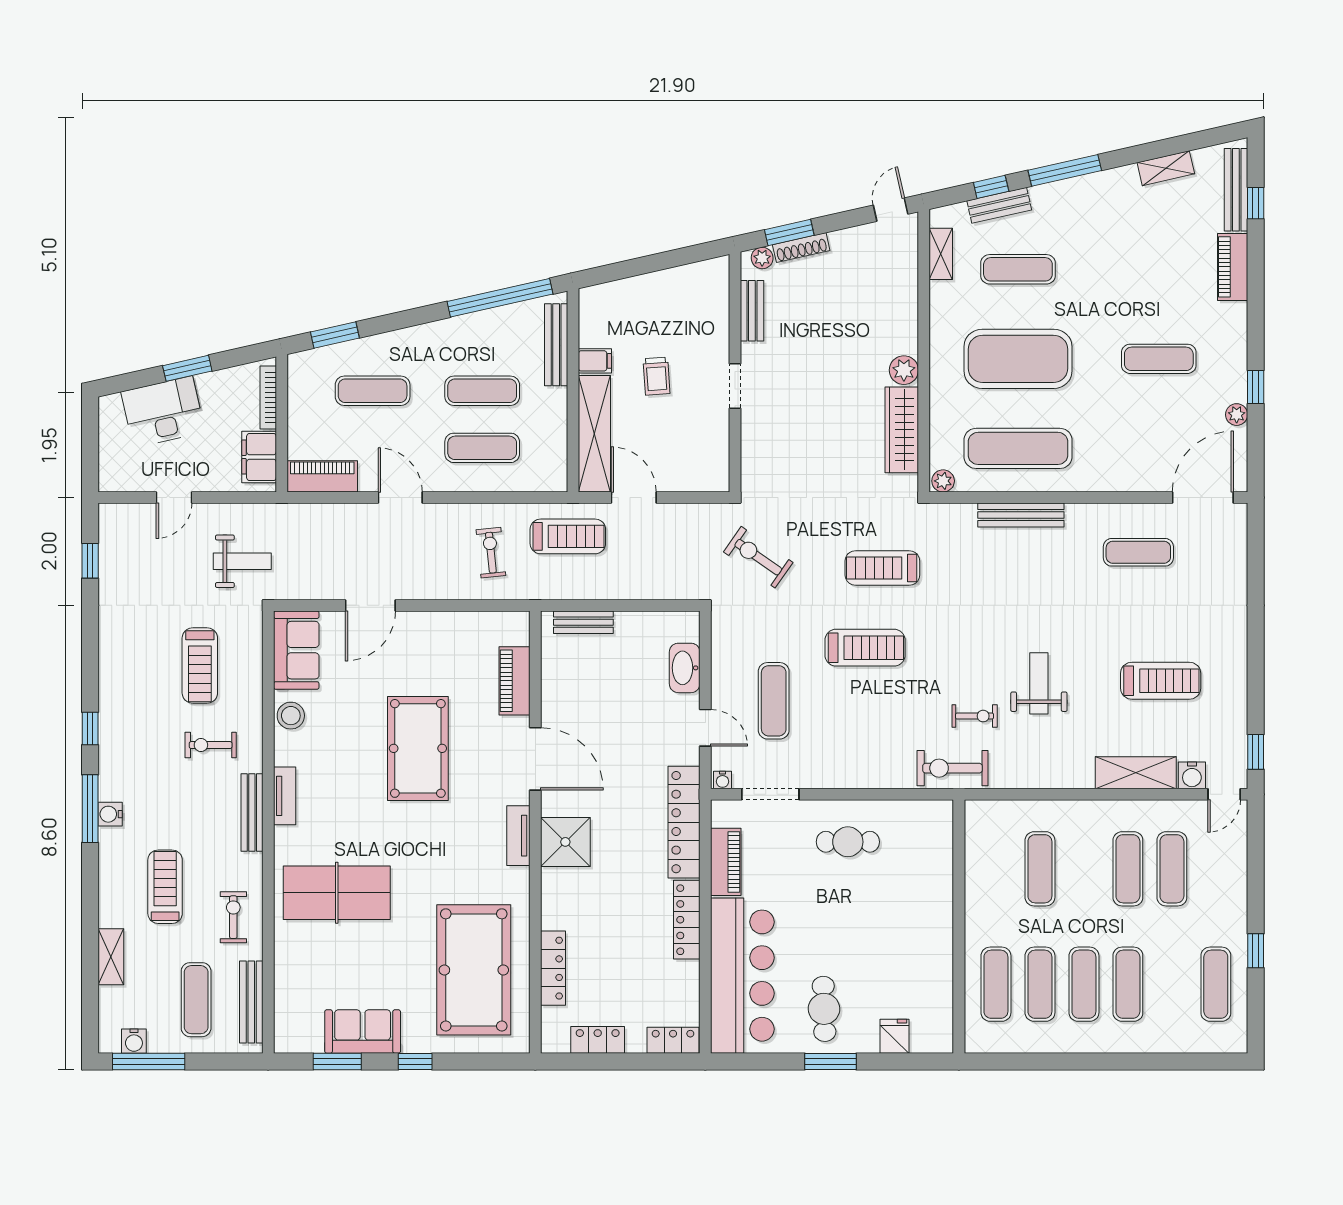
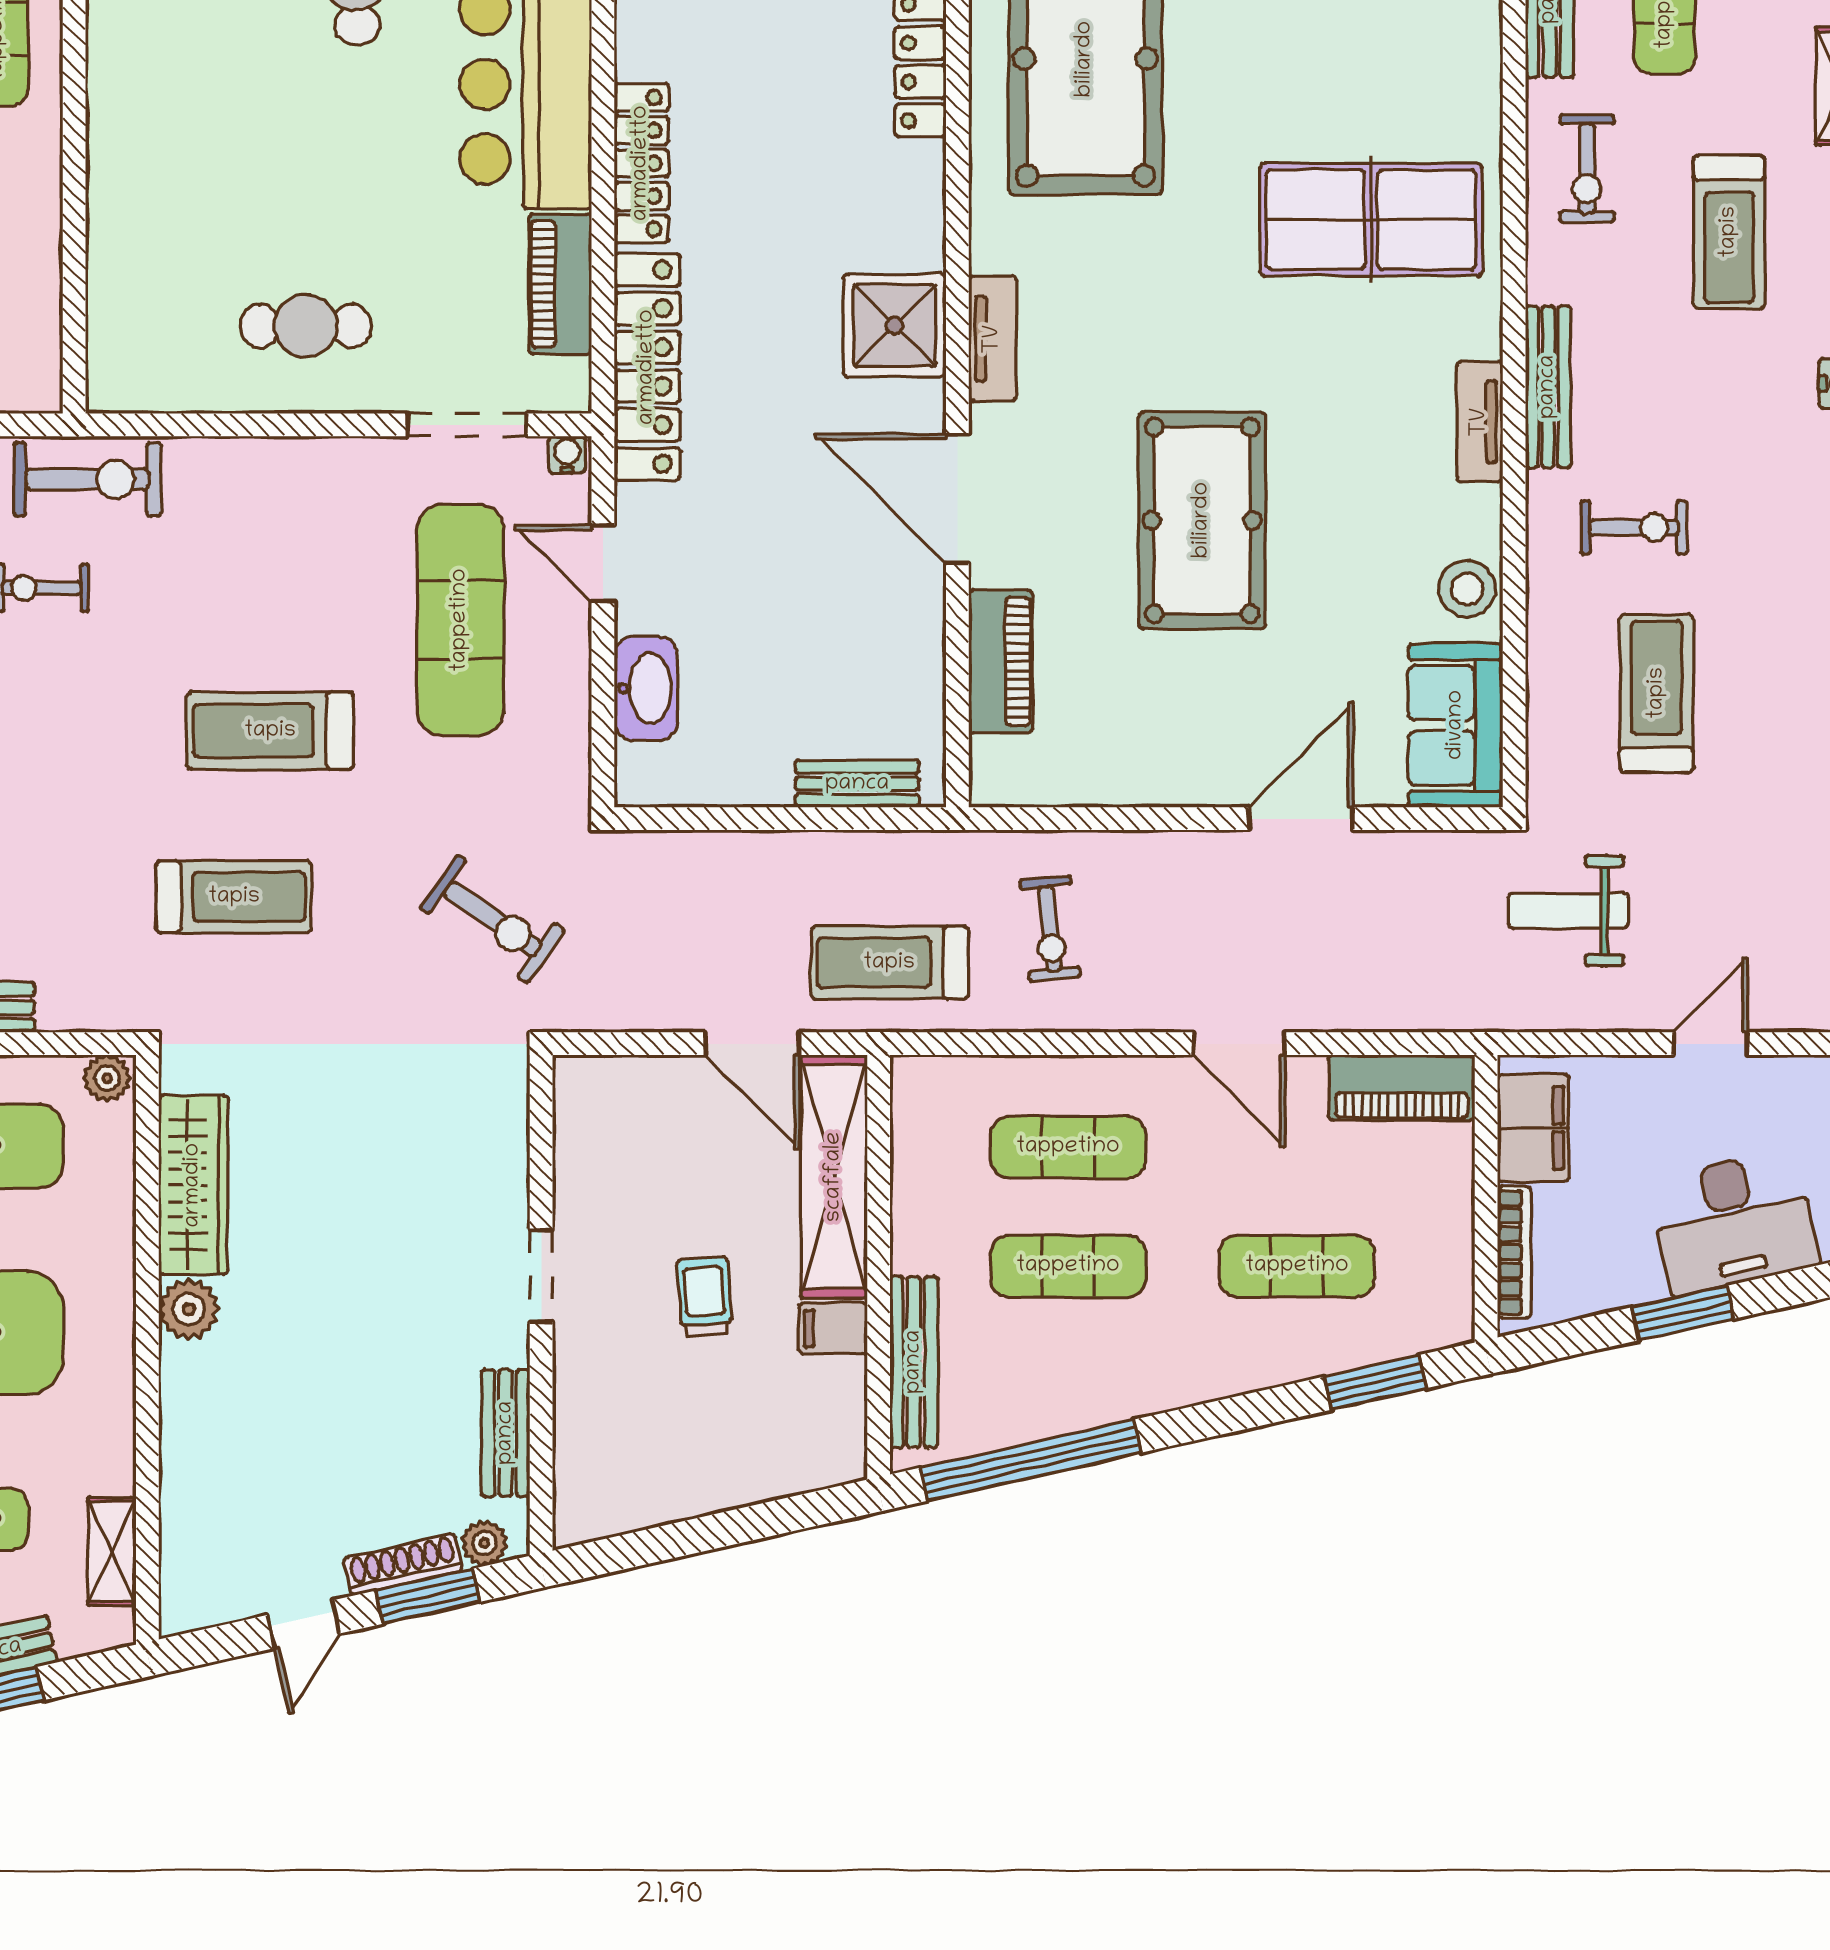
door: (891, 210) -> (303, 1624), moved
exercise mat: (774, 701) -> (460, 620), width x1.36, depth x1.45

